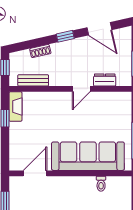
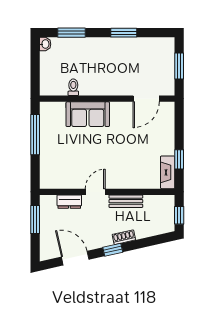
shoe rack: (40, 51) -> (124, 237), moved
bench: (33, 80) -> (126, 201), moved
sofa: (88, 156) -> (88, 114), width x0.54, depth x0.79

